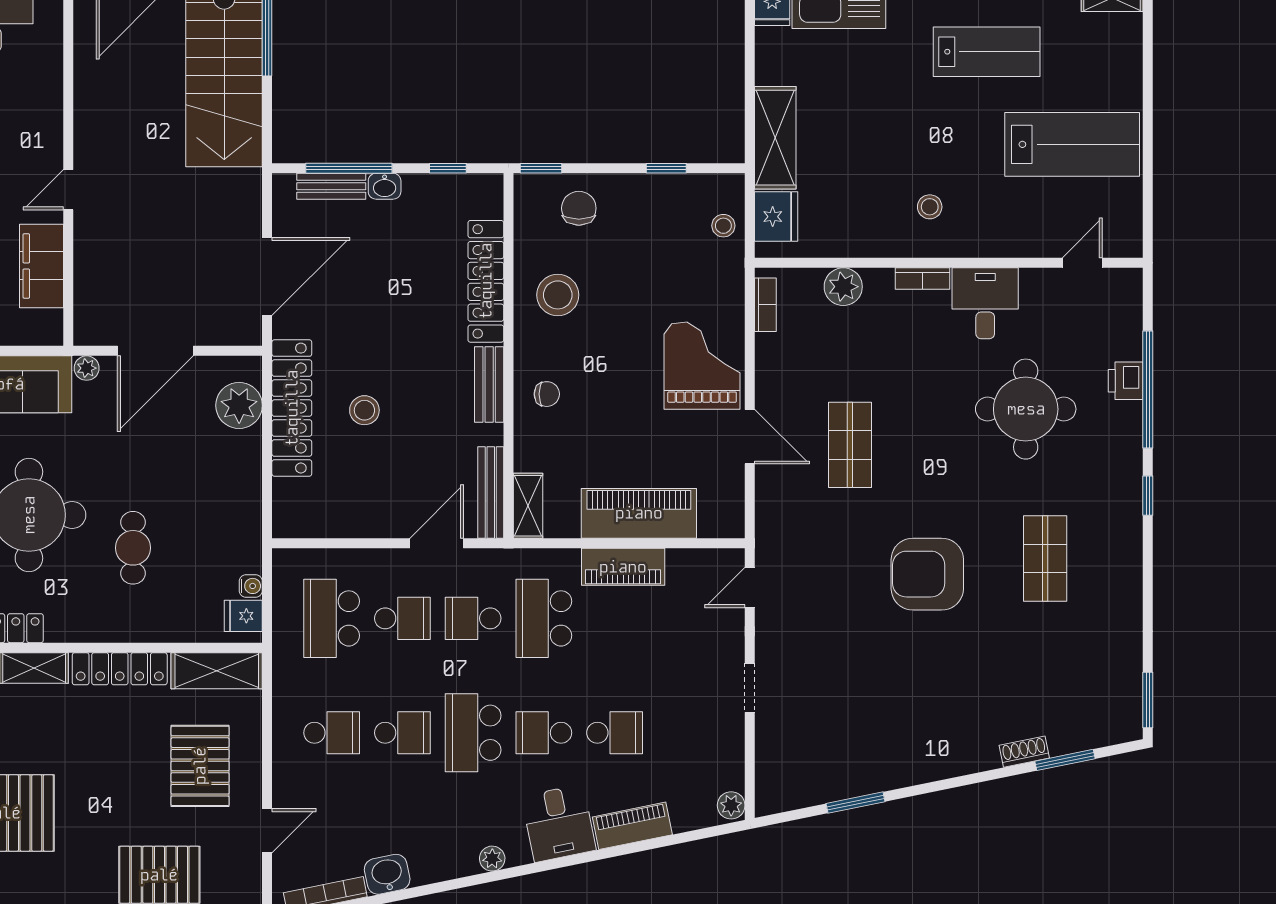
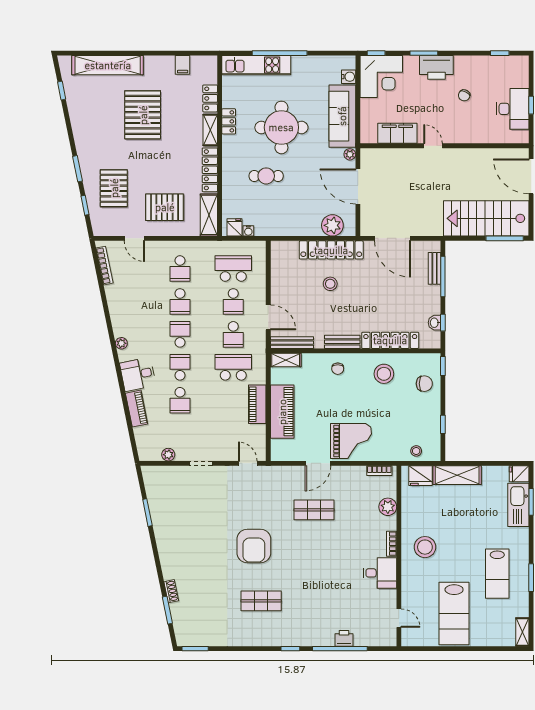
washbasin: (385, 186) -> (435, 323), moved
stool: (930, 207) -> (425, 547), width x1.89, depth x1.89
round table: (1026, 409) -> (331, 592), removed
armchair: (927, 574) -> (254, 546), turned 180
school desk: (473, 618) -> (233, 334), turned 180
school desk: (473, 733) -> (180, 334), width x0.54
plant: (731, 805) -> (168, 455), moved
washbasin: (387, 874) -> (114, 294), removed

